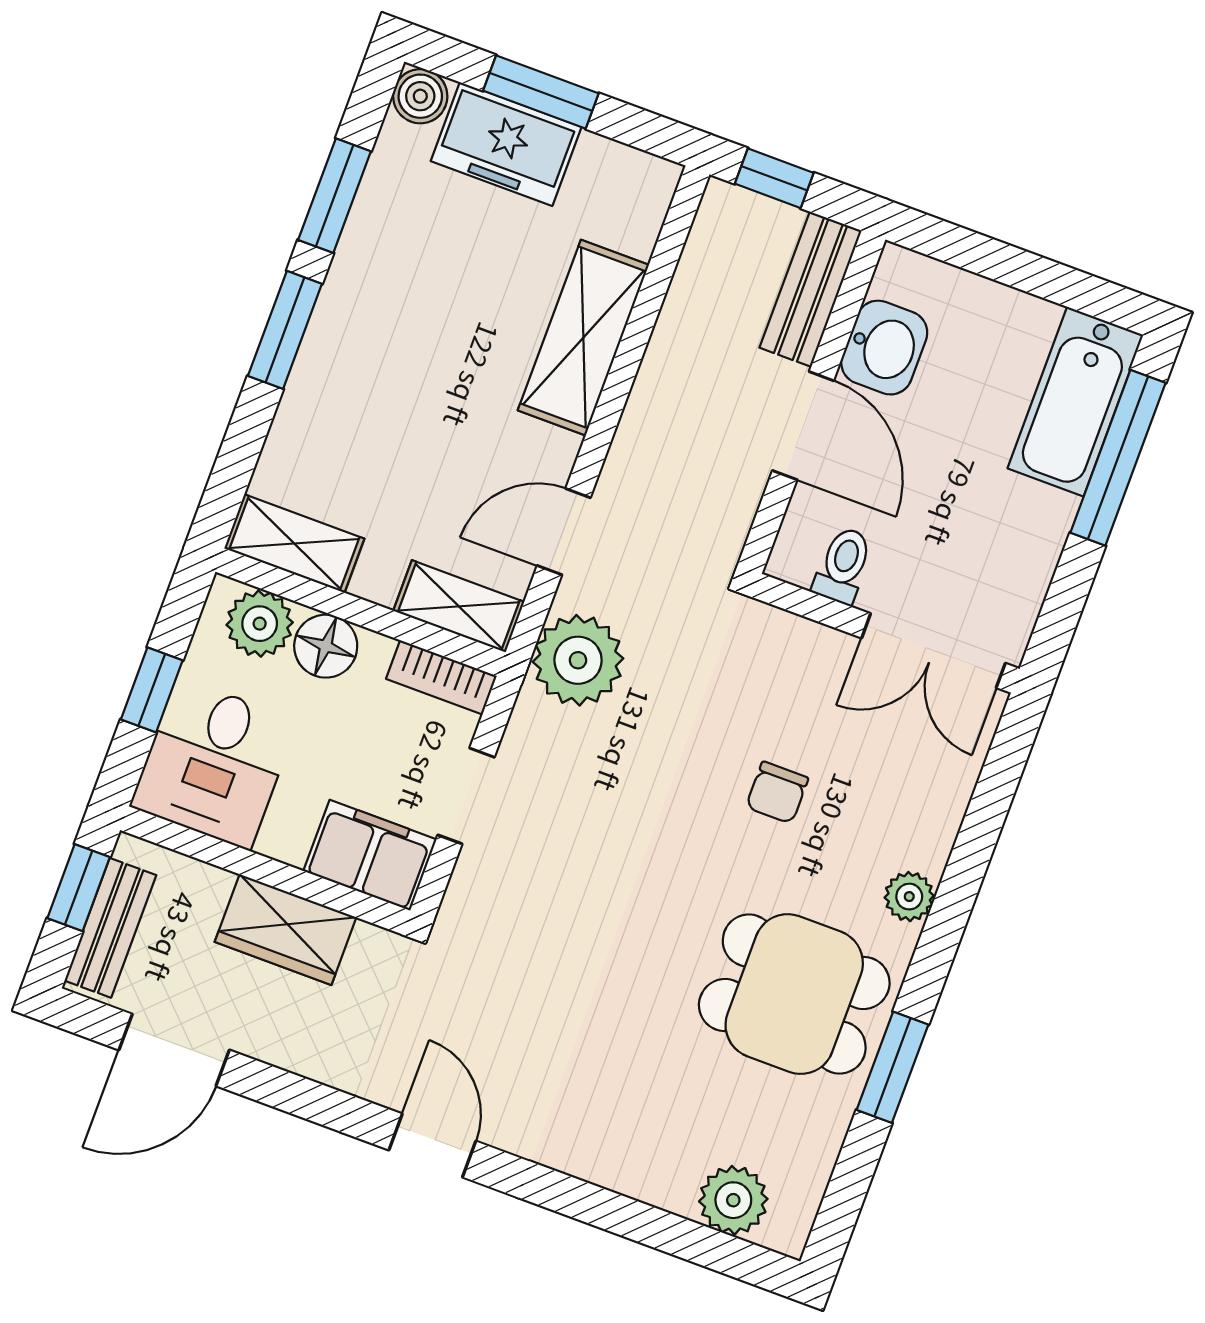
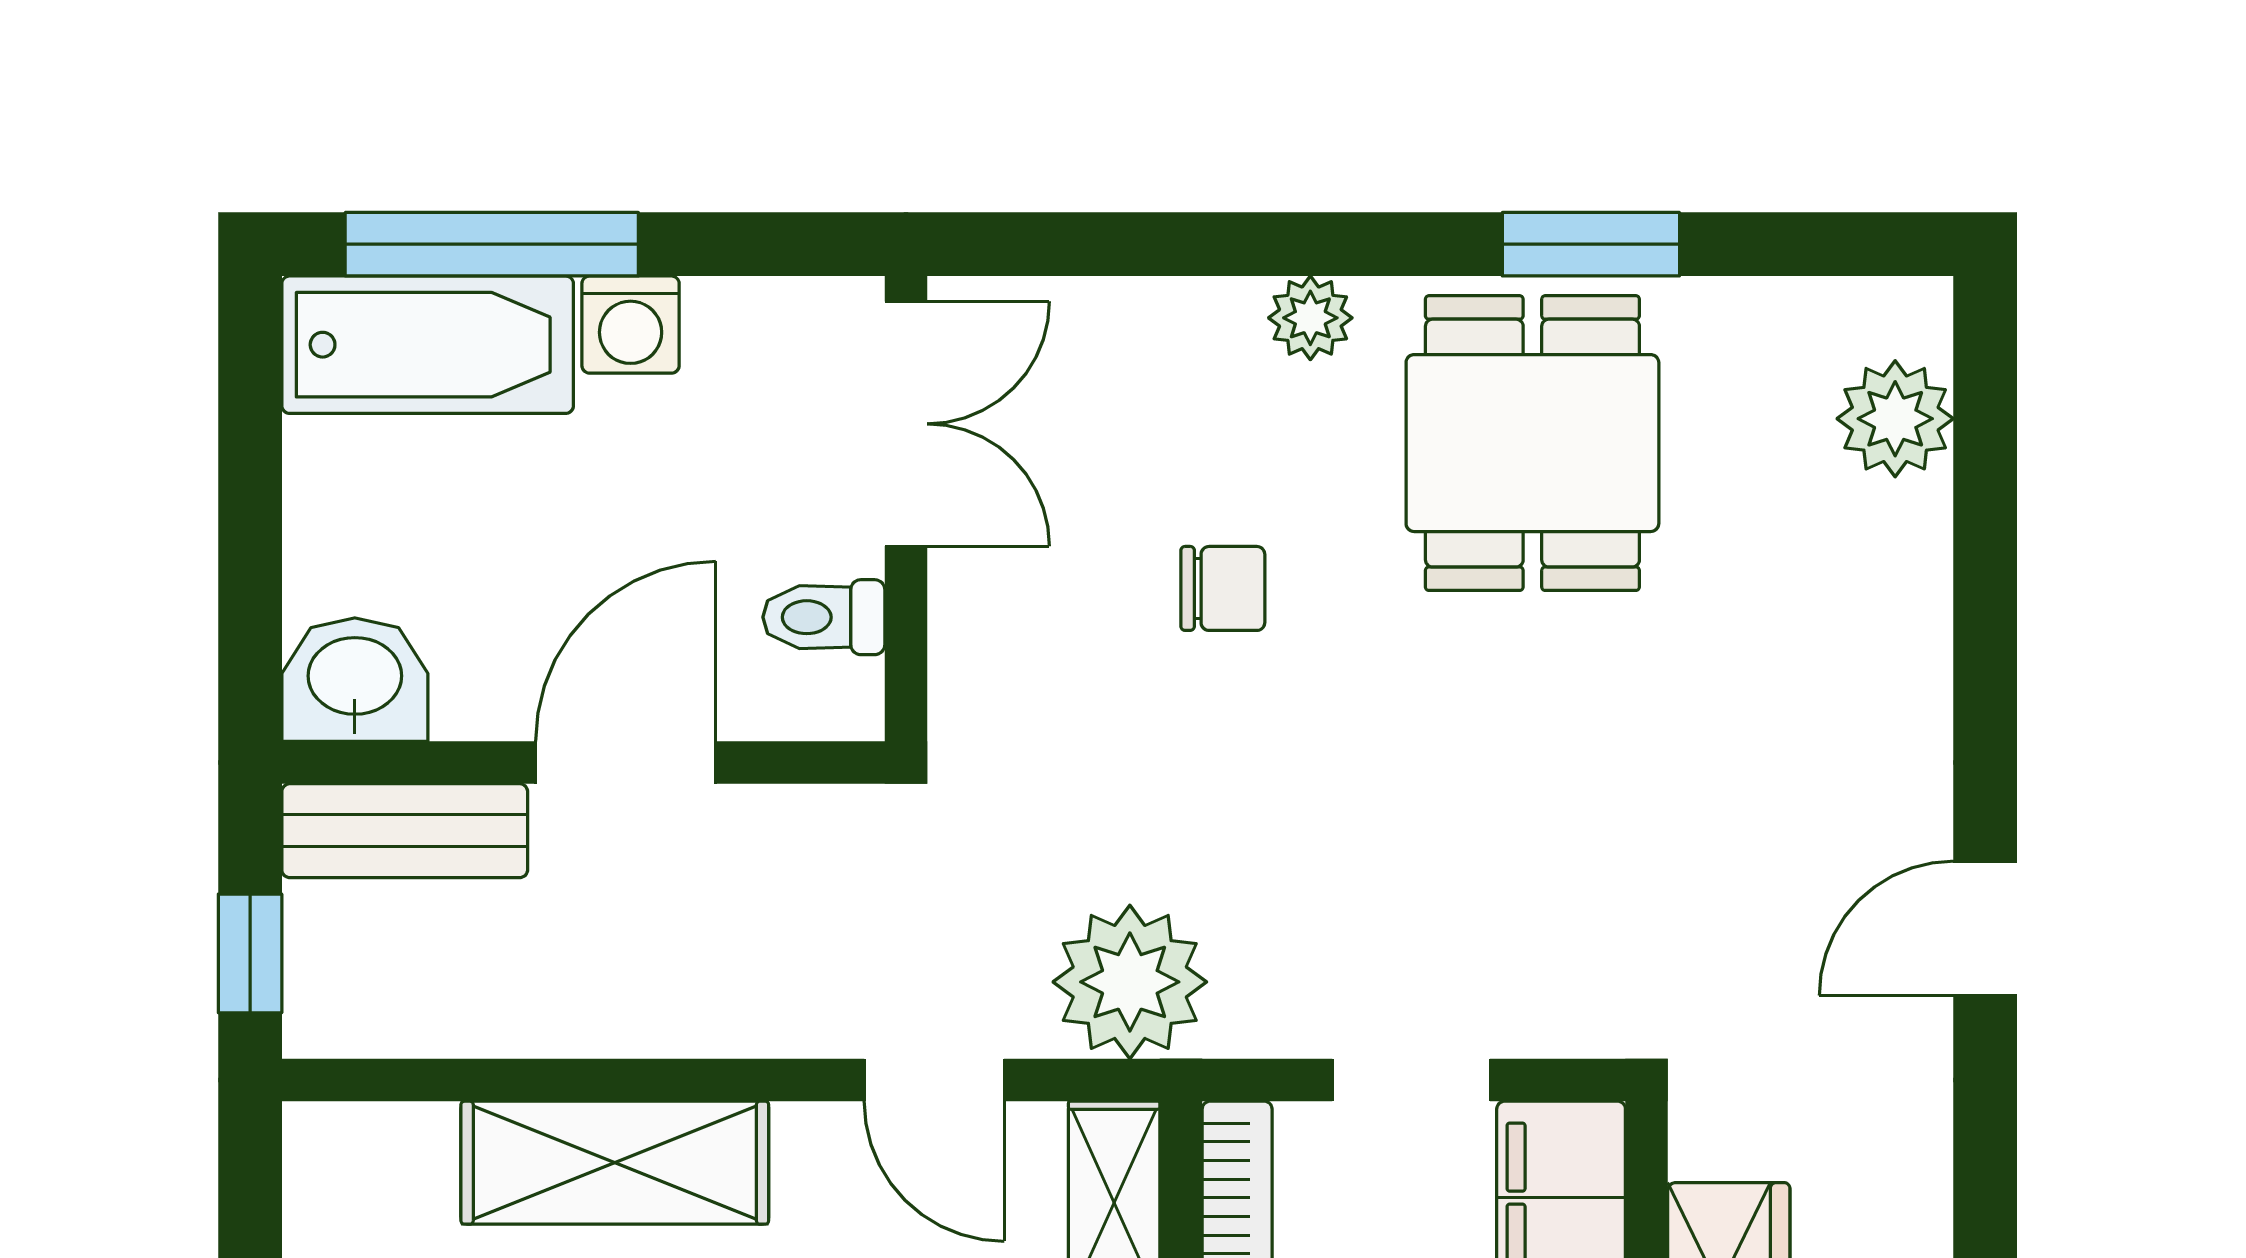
washbasin: (884, 348) -> (355, 680), moved
washing machine: (1045, 518) -> (631, 325), added

